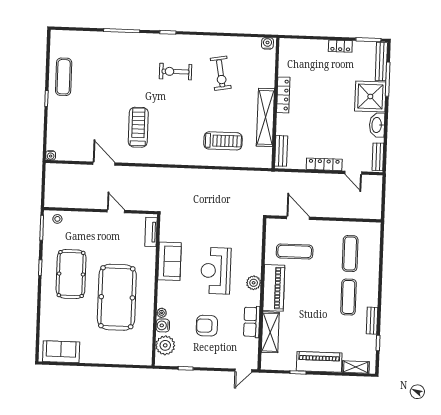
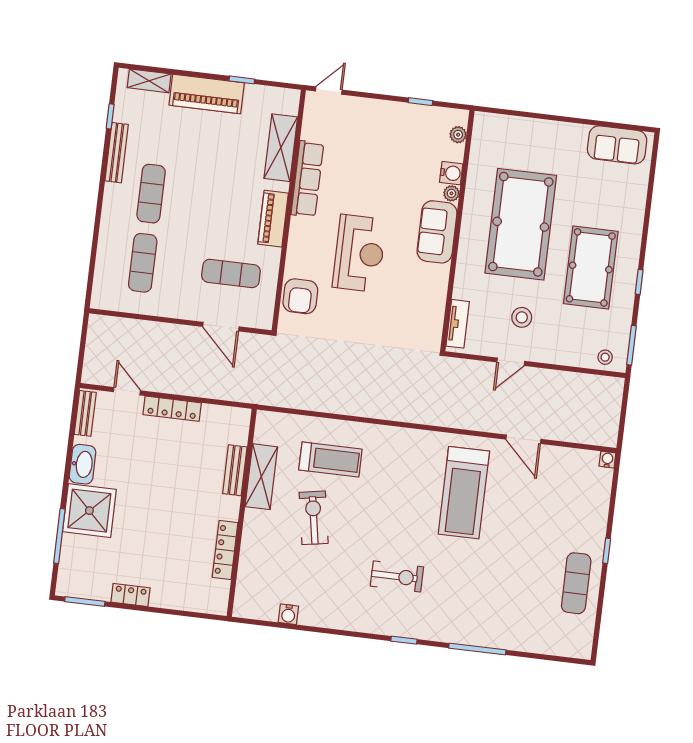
water cooler: (267, 43) -> (288, 614), moved
bench: (381, 62) -> (67, 565), removed
exercise bike: (221, 73) -> (314, 518), moved
locker: (283, 95) -> (225, 550), moved
shelving: (265, 117) -> (261, 477), width x0.68
treadmill: (138, 127) -> (464, 493), width x1.37, depth x1.38
treadmill: (223, 141) -> (330, 460), turned 180
bench: (281, 151) -> (235, 470), moved
door: (116, 211) -> (511, 362), hinge flipped
stool: (111, 239) -> (522, 317), added
sofa: (170, 261) -> (437, 232), moved
plant: (254, 283) -> (301, 229), removed
piano: (274, 288) -> (273, 219), width x0.73, depth x0.75
bench: (372, 321) -> (117, 153), width x1.36
row of seats: (252, 322) -> (307, 179), width x1.48
armchair: (207, 326) -> (300, 296), moved, turned 90
plant: (165, 345) -> (458, 135), width x0.53, depth x0.53

